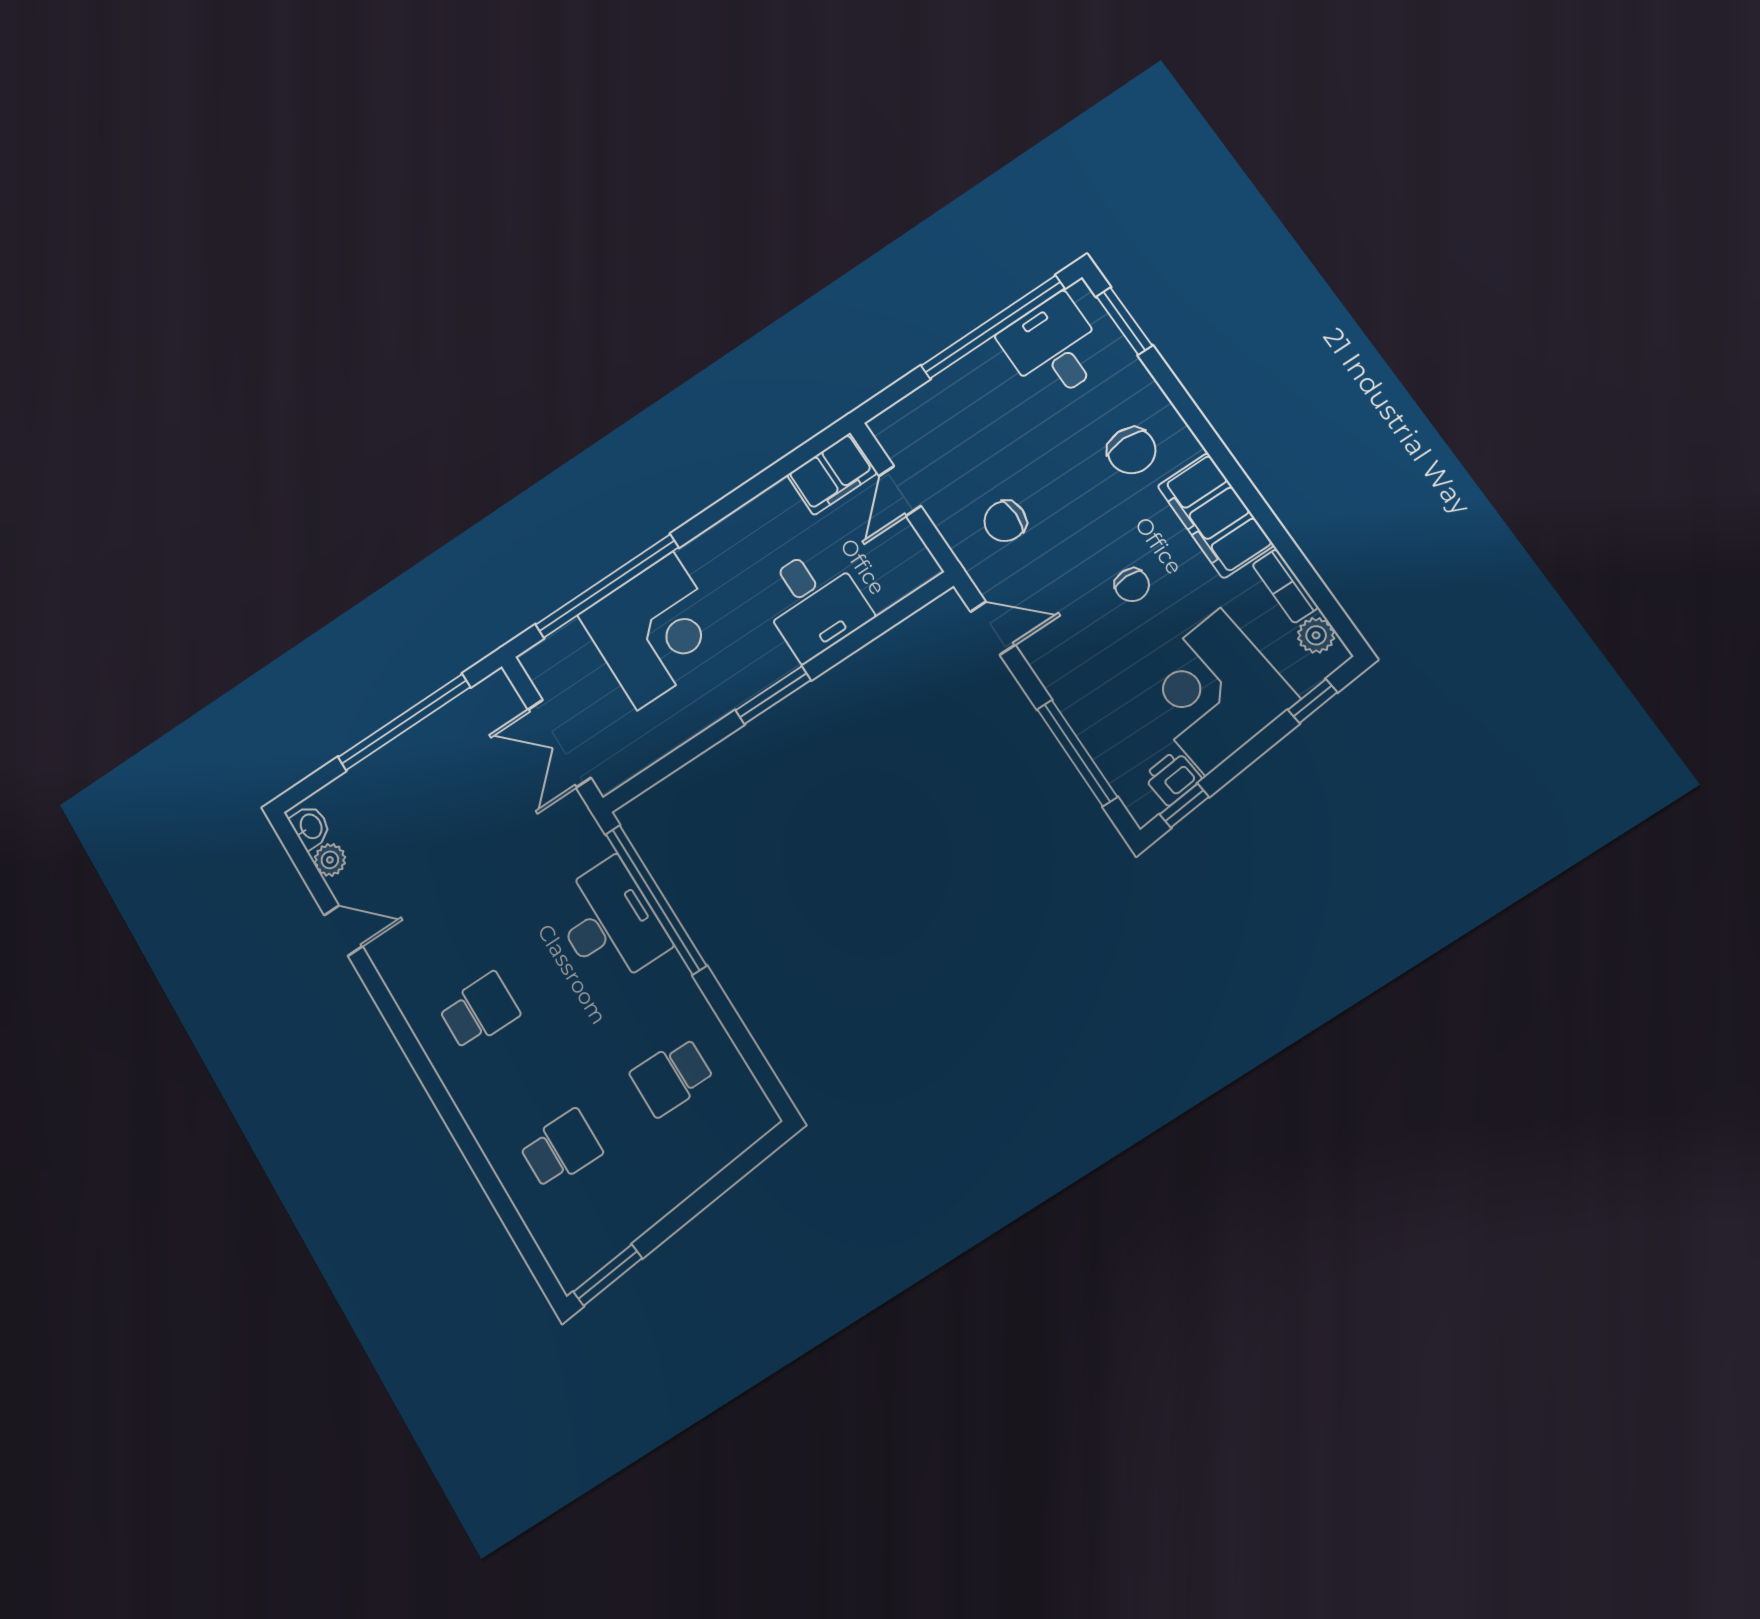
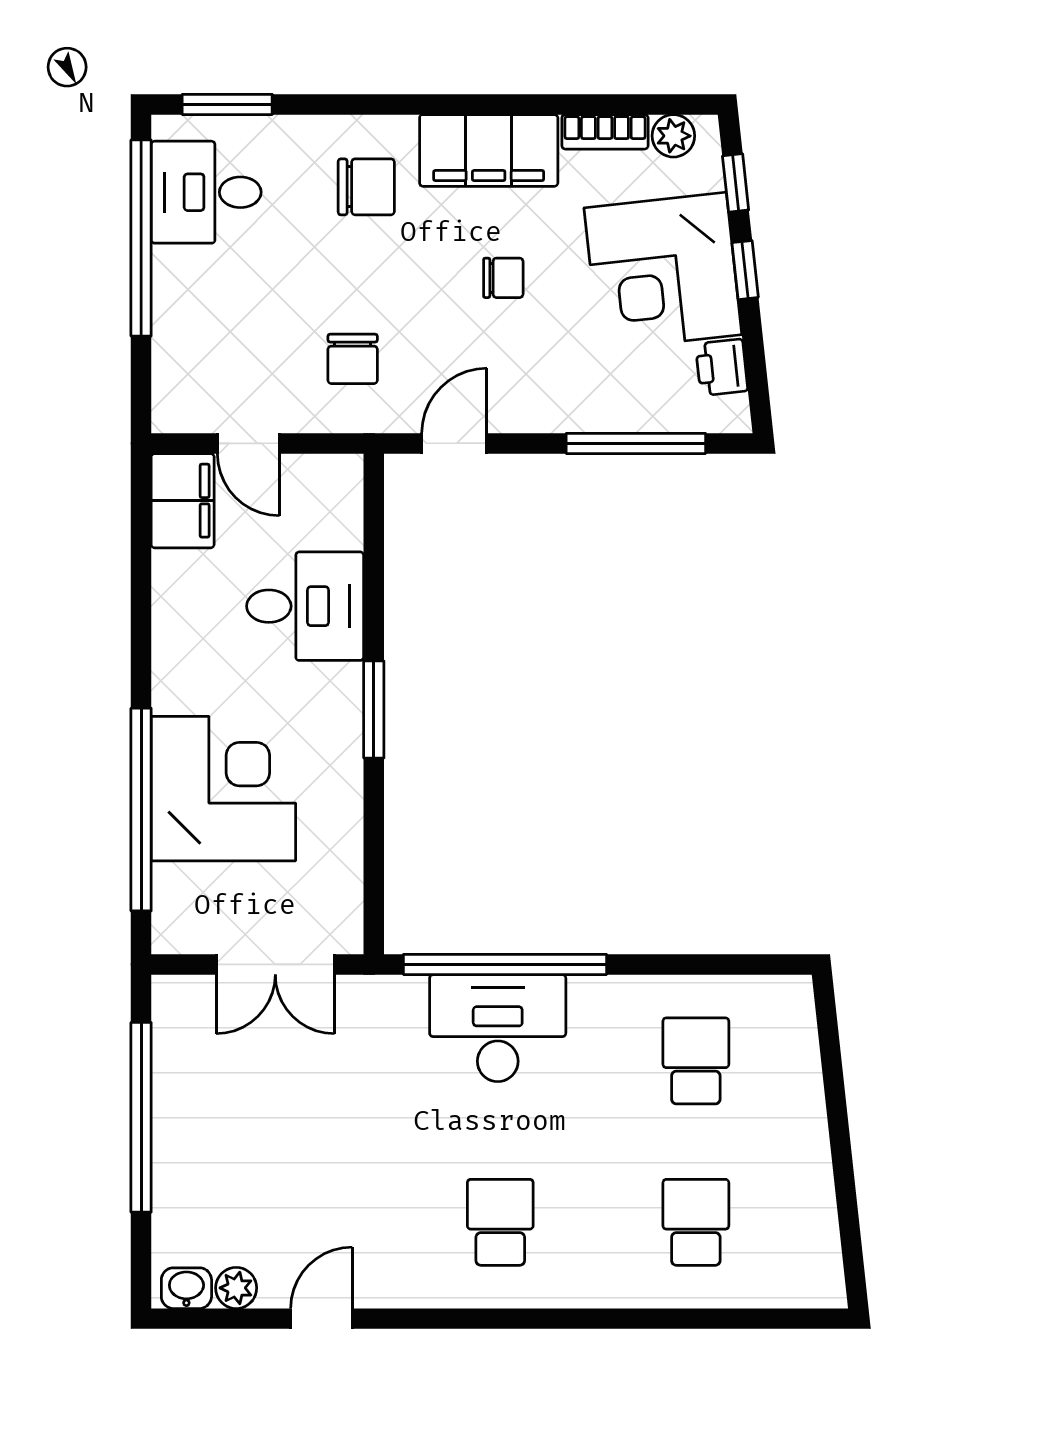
window: (1184, 806) -> (745, 270), moved
school desk: (672, 1077) -> (696, 1061), turned 180
window: (608, 1275) -> (852, 1252), removed

